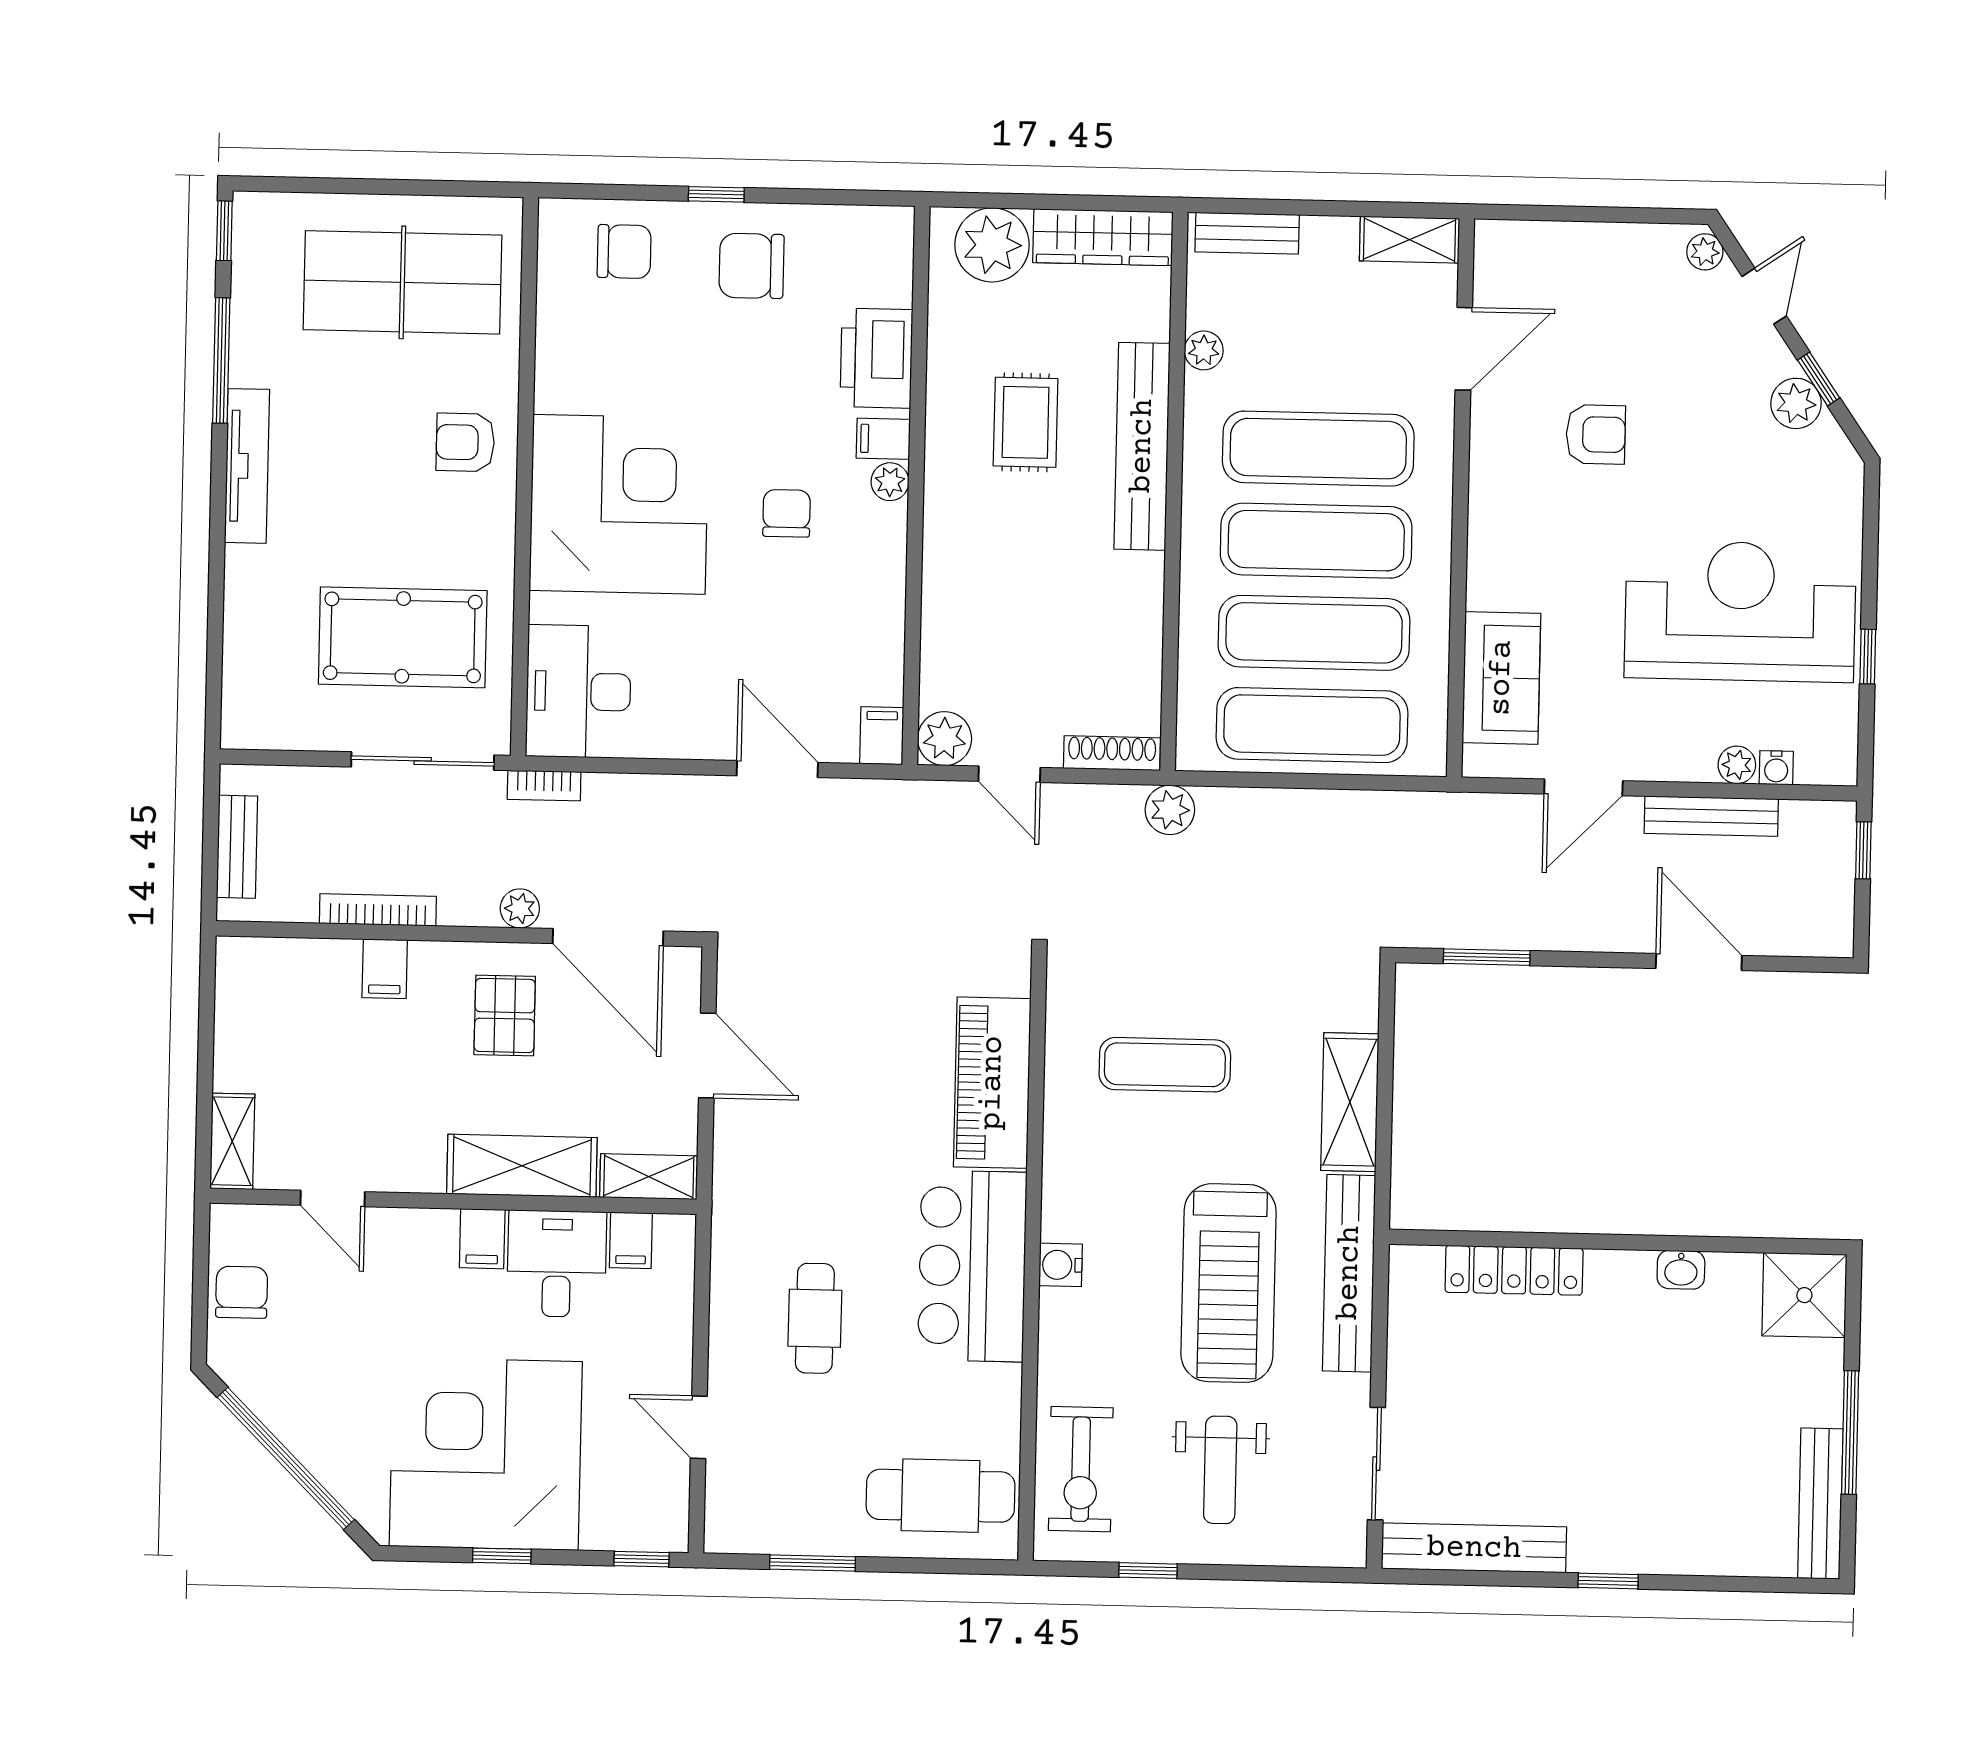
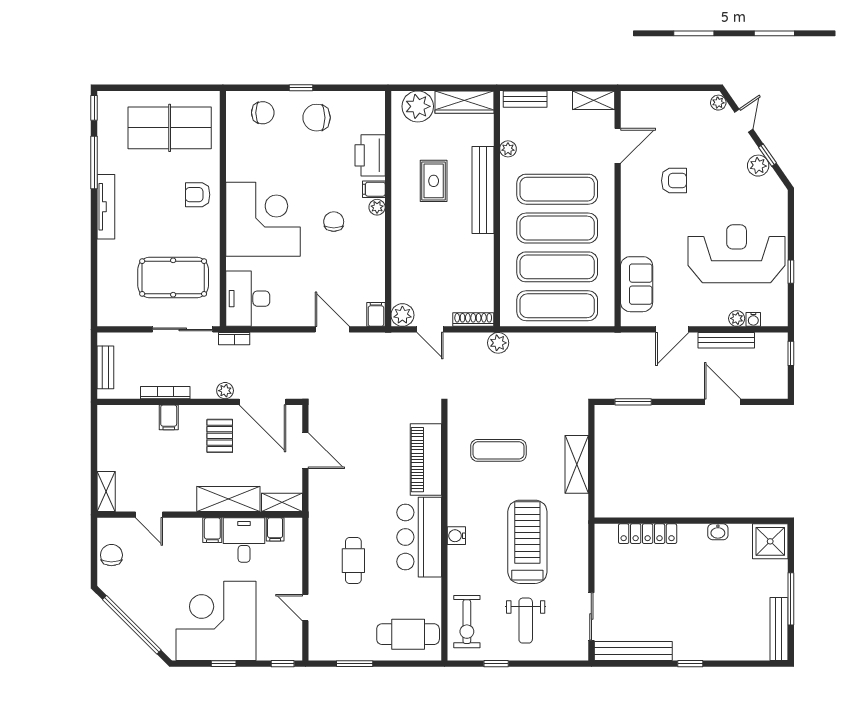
bench: (1349, 1273) -> (578, 536), removed
treadmill: (1229, 1283) -> (527, 542), turned 180

